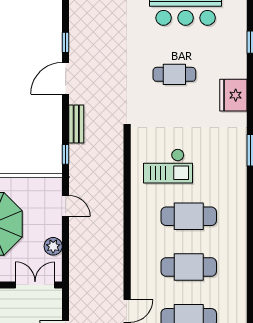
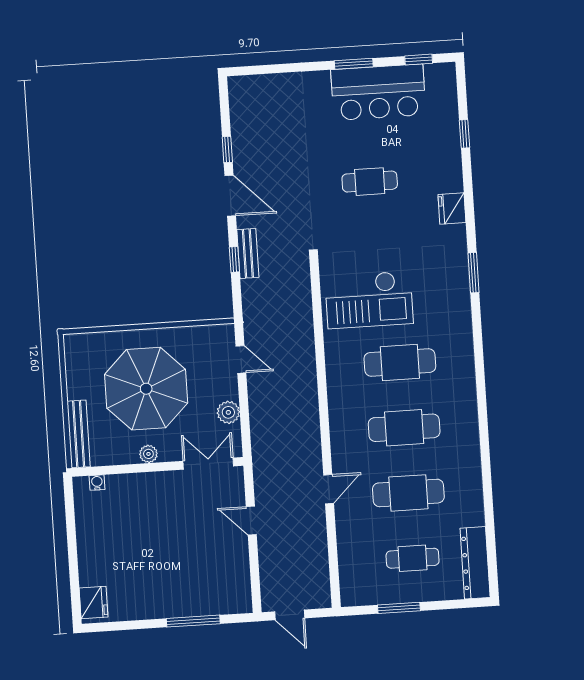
door: (66, 78) -> (230, 196), swing flipped
fridge: (233, 95) -> (452, 208), width x0.73, depth x0.75
window: (66, 154) -> (234, 259), moved
checkout: (168, 166) -> (369, 300), width x1.36, depth x1.21

